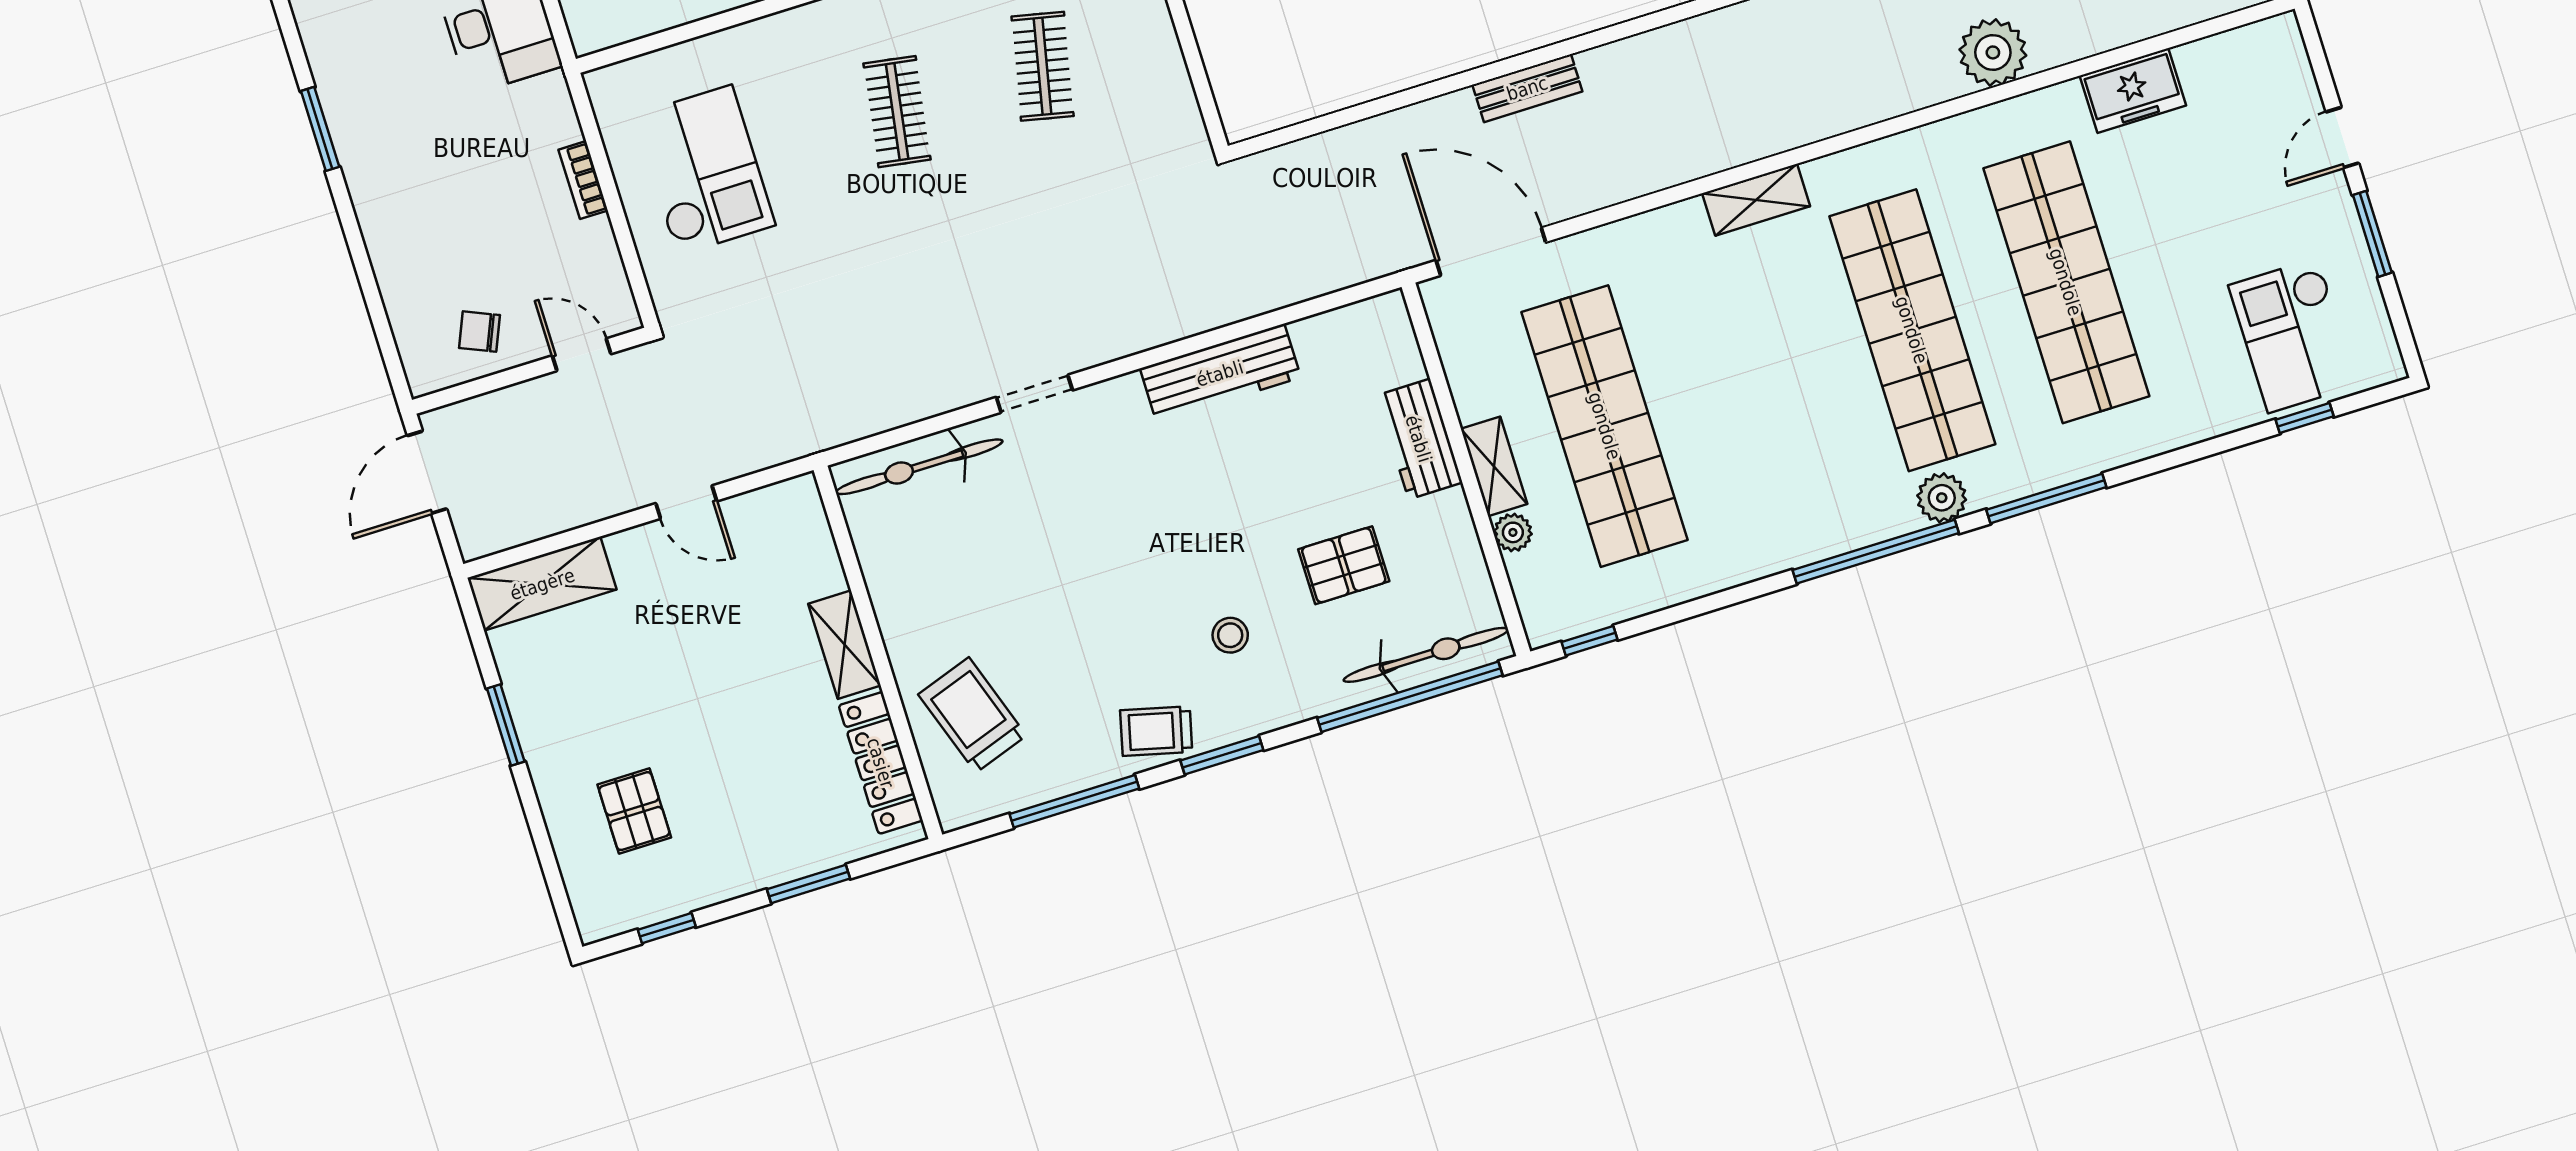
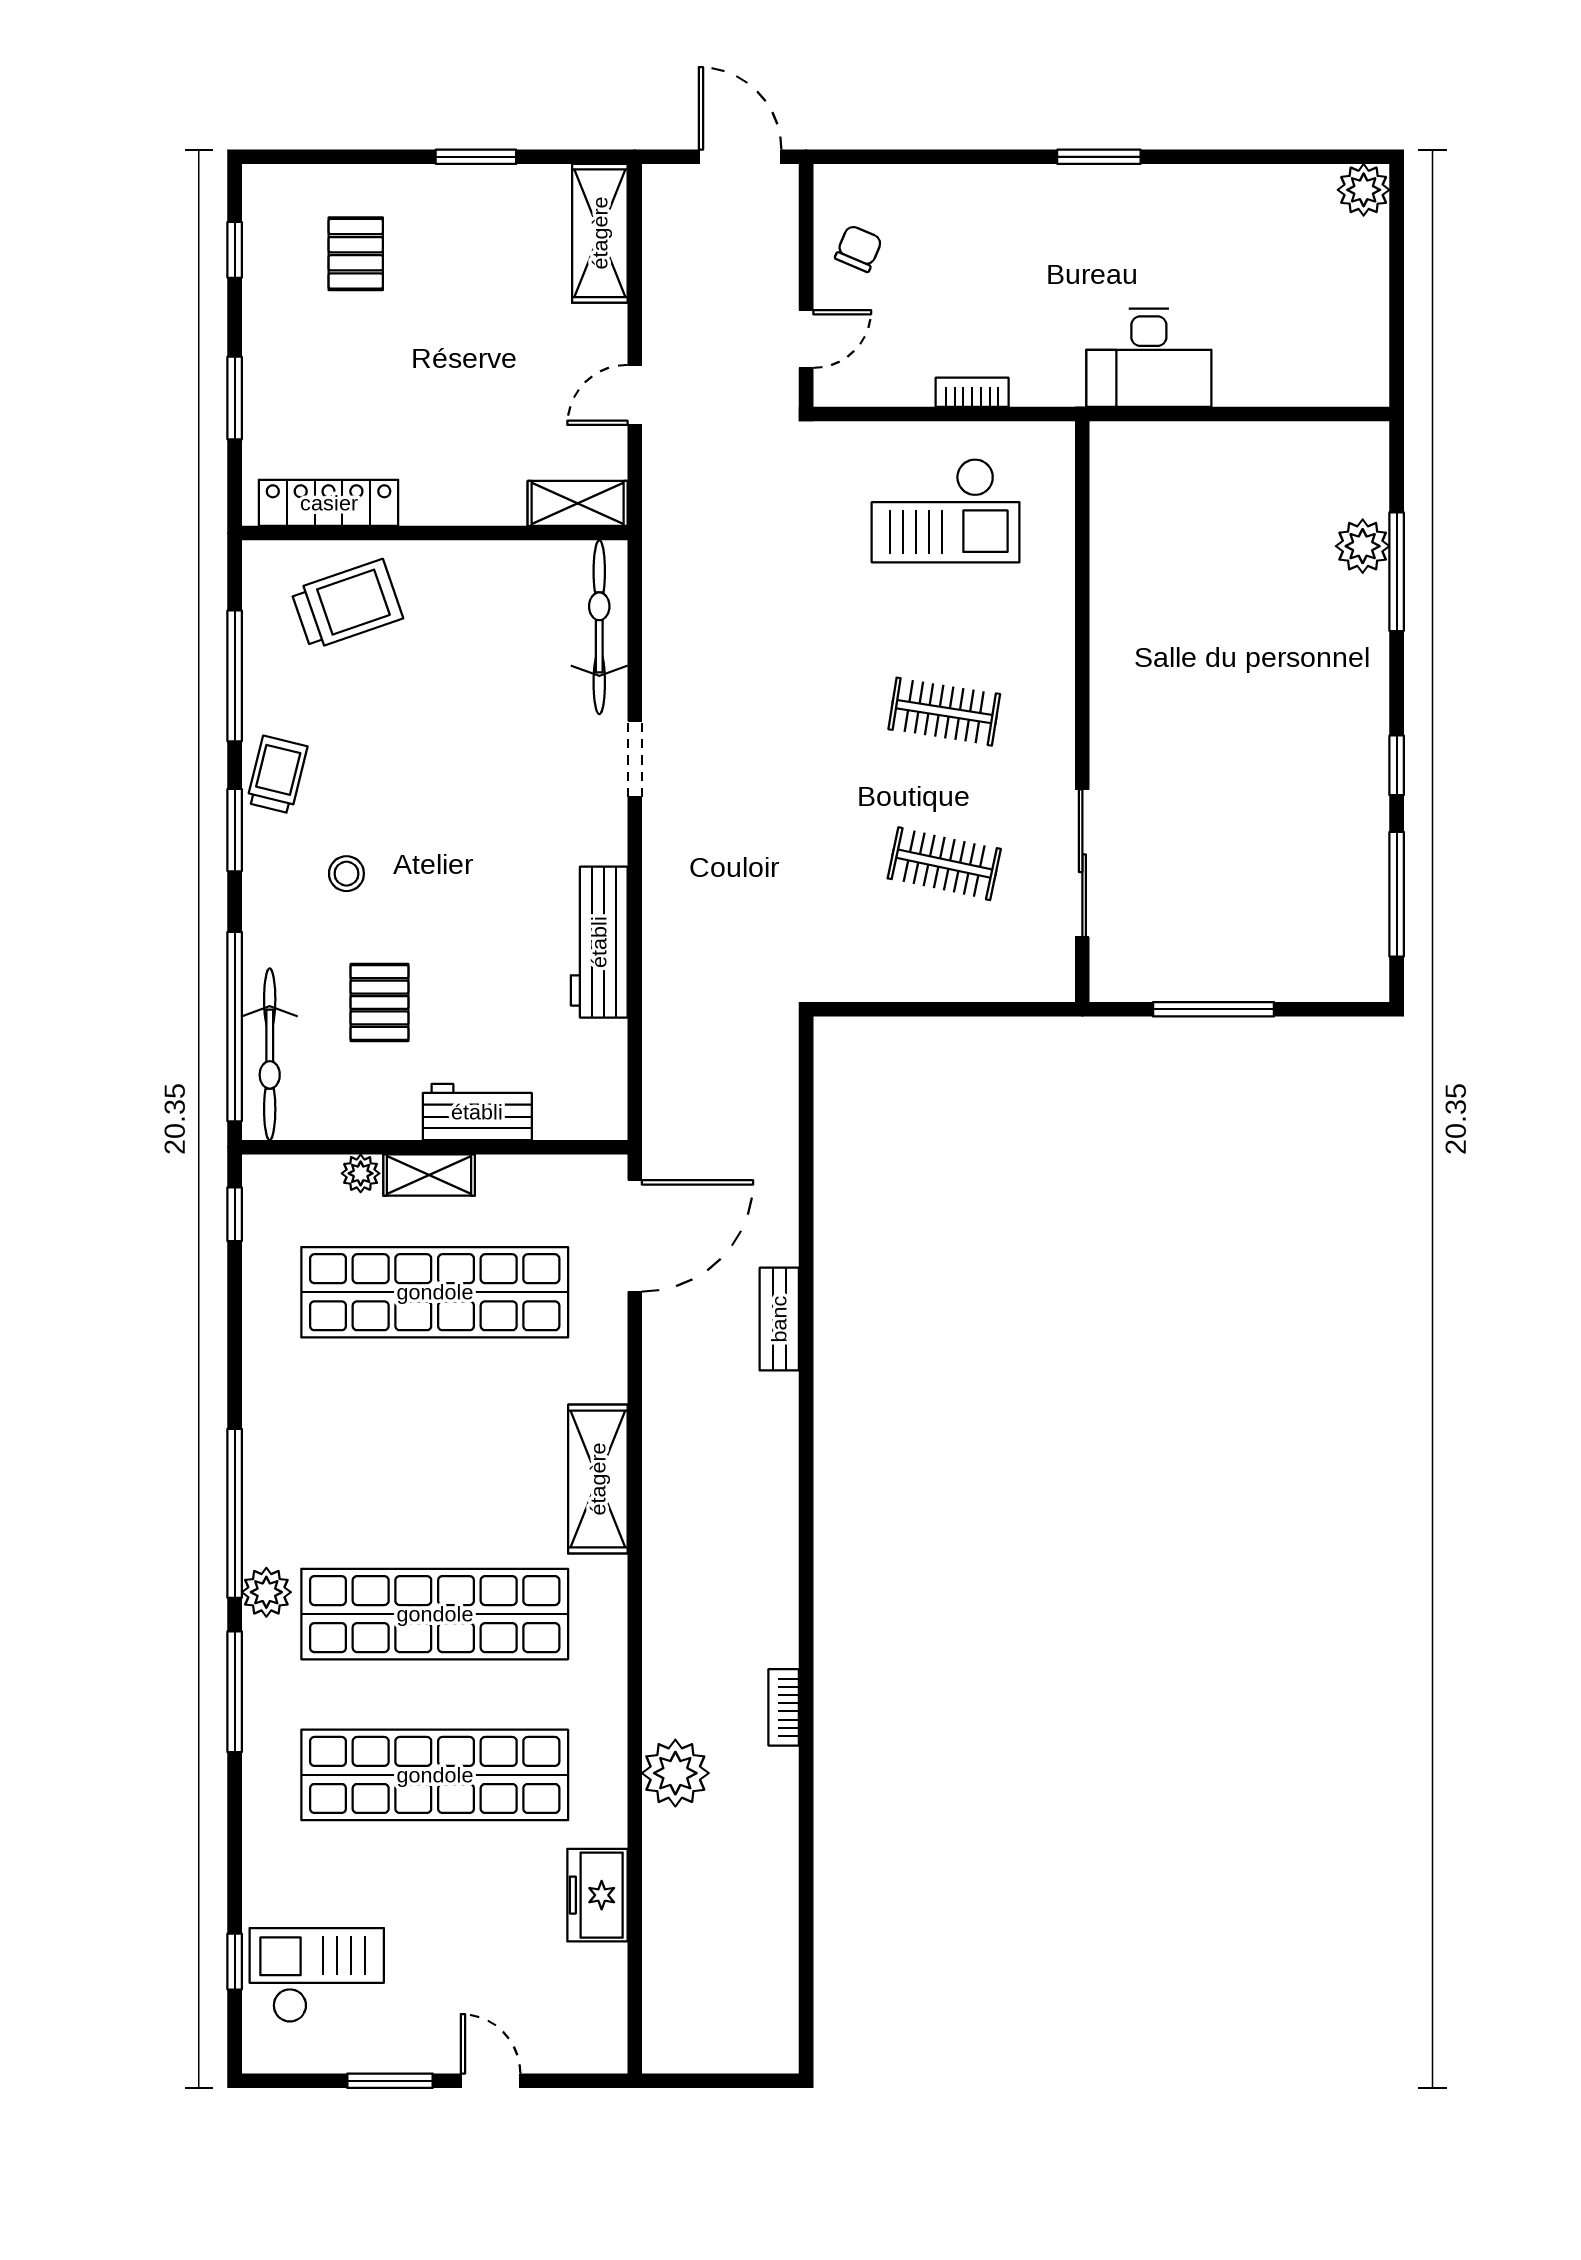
shelving: (1756, 200) -> (598, 1479), width x1.50, depth x1.33
shelving: (845, 645) -> (578, 503), moved
pallet: (634, 811) -> (356, 254), turned 90

